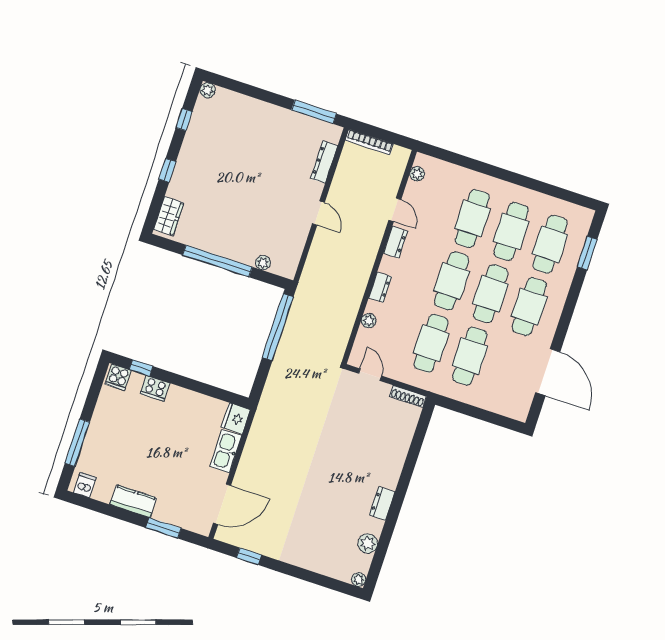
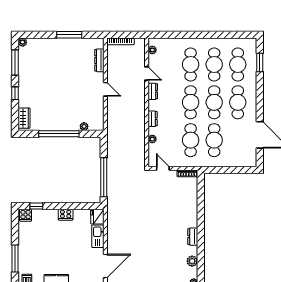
window: (314, 112) -> (69, 35), moved
window: (184, 120) -> (15, 62), width x2.17
window: (278, 327) -> (104, 177), moved
cooker: (155, 388) -> (66, 215), moved

